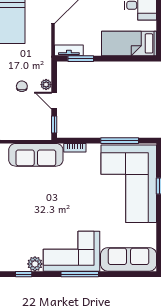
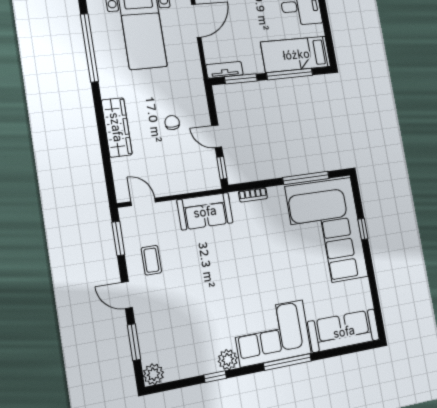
window: (121, 59) -> (290, 74), added
plant: (46, 85) -> (203, 117), removed
sofa: (36, 155) -> (205, 211), width x0.73

